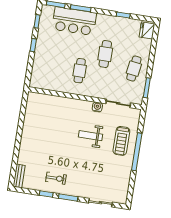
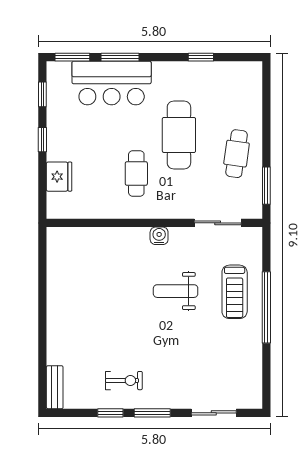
fridge: (147, 30) -> (59, 177), moved, turned 180
cafe table: (105, 54) -> (179, 135), width x1.37, depth x1.35
water cooler: (97, 107) -> (159, 236), moved

